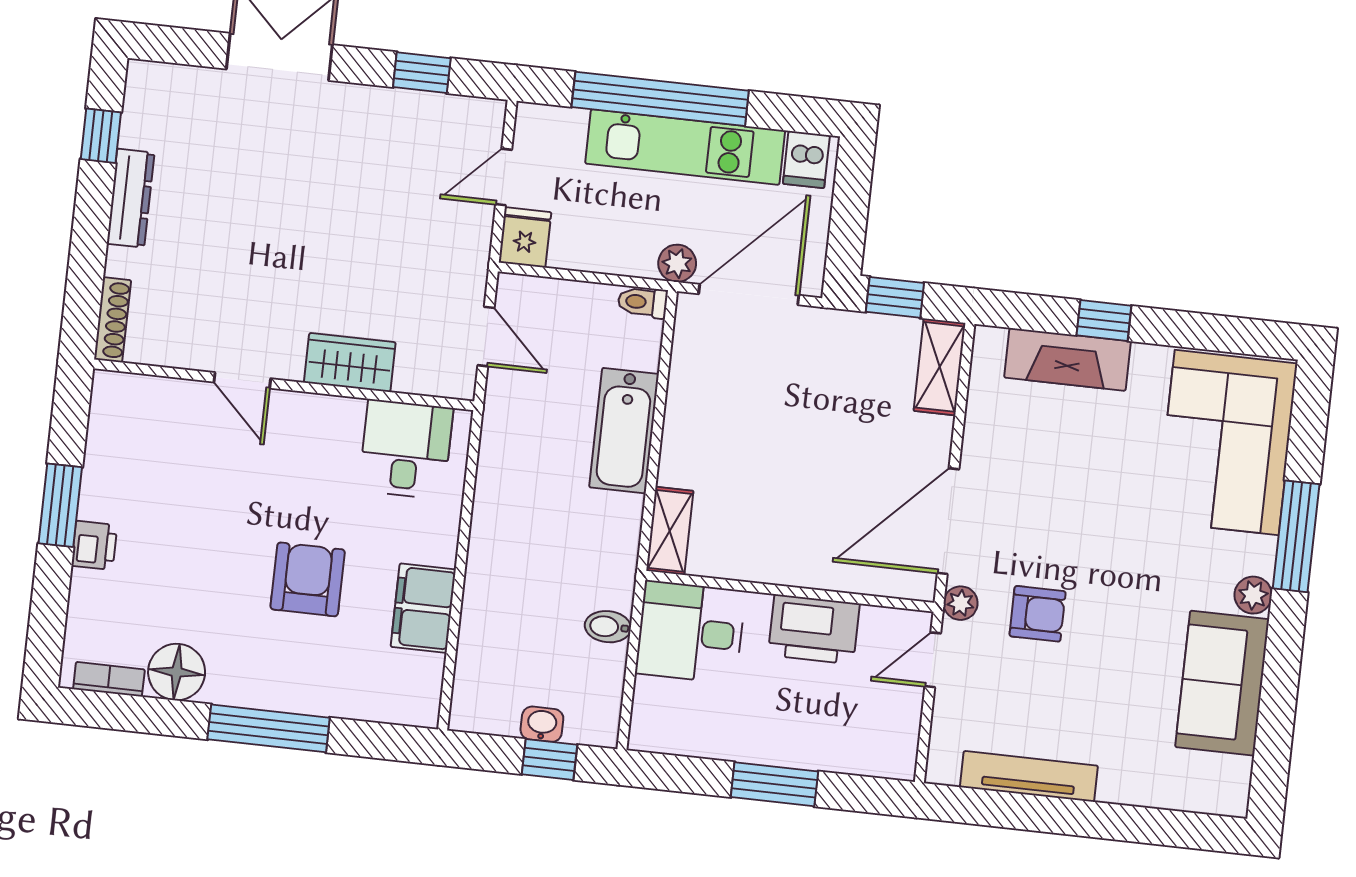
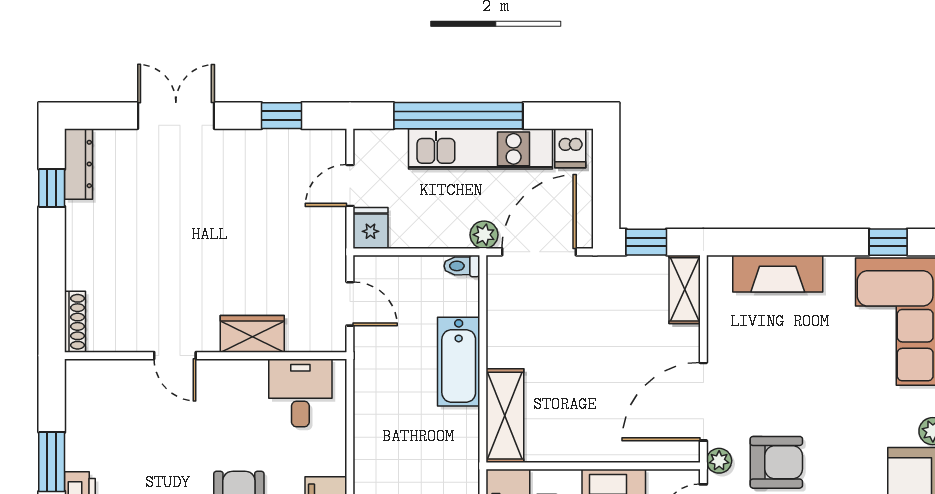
dresser: (131, 198) -> (78, 164), moved
window: (1104, 320) -> (888, 242), moved
shelving: (670, 531) -> (505, 416), width x1.50, depth x1.33
armchair: (1038, 614) -> (776, 462), width x1.38, depth x1.38

